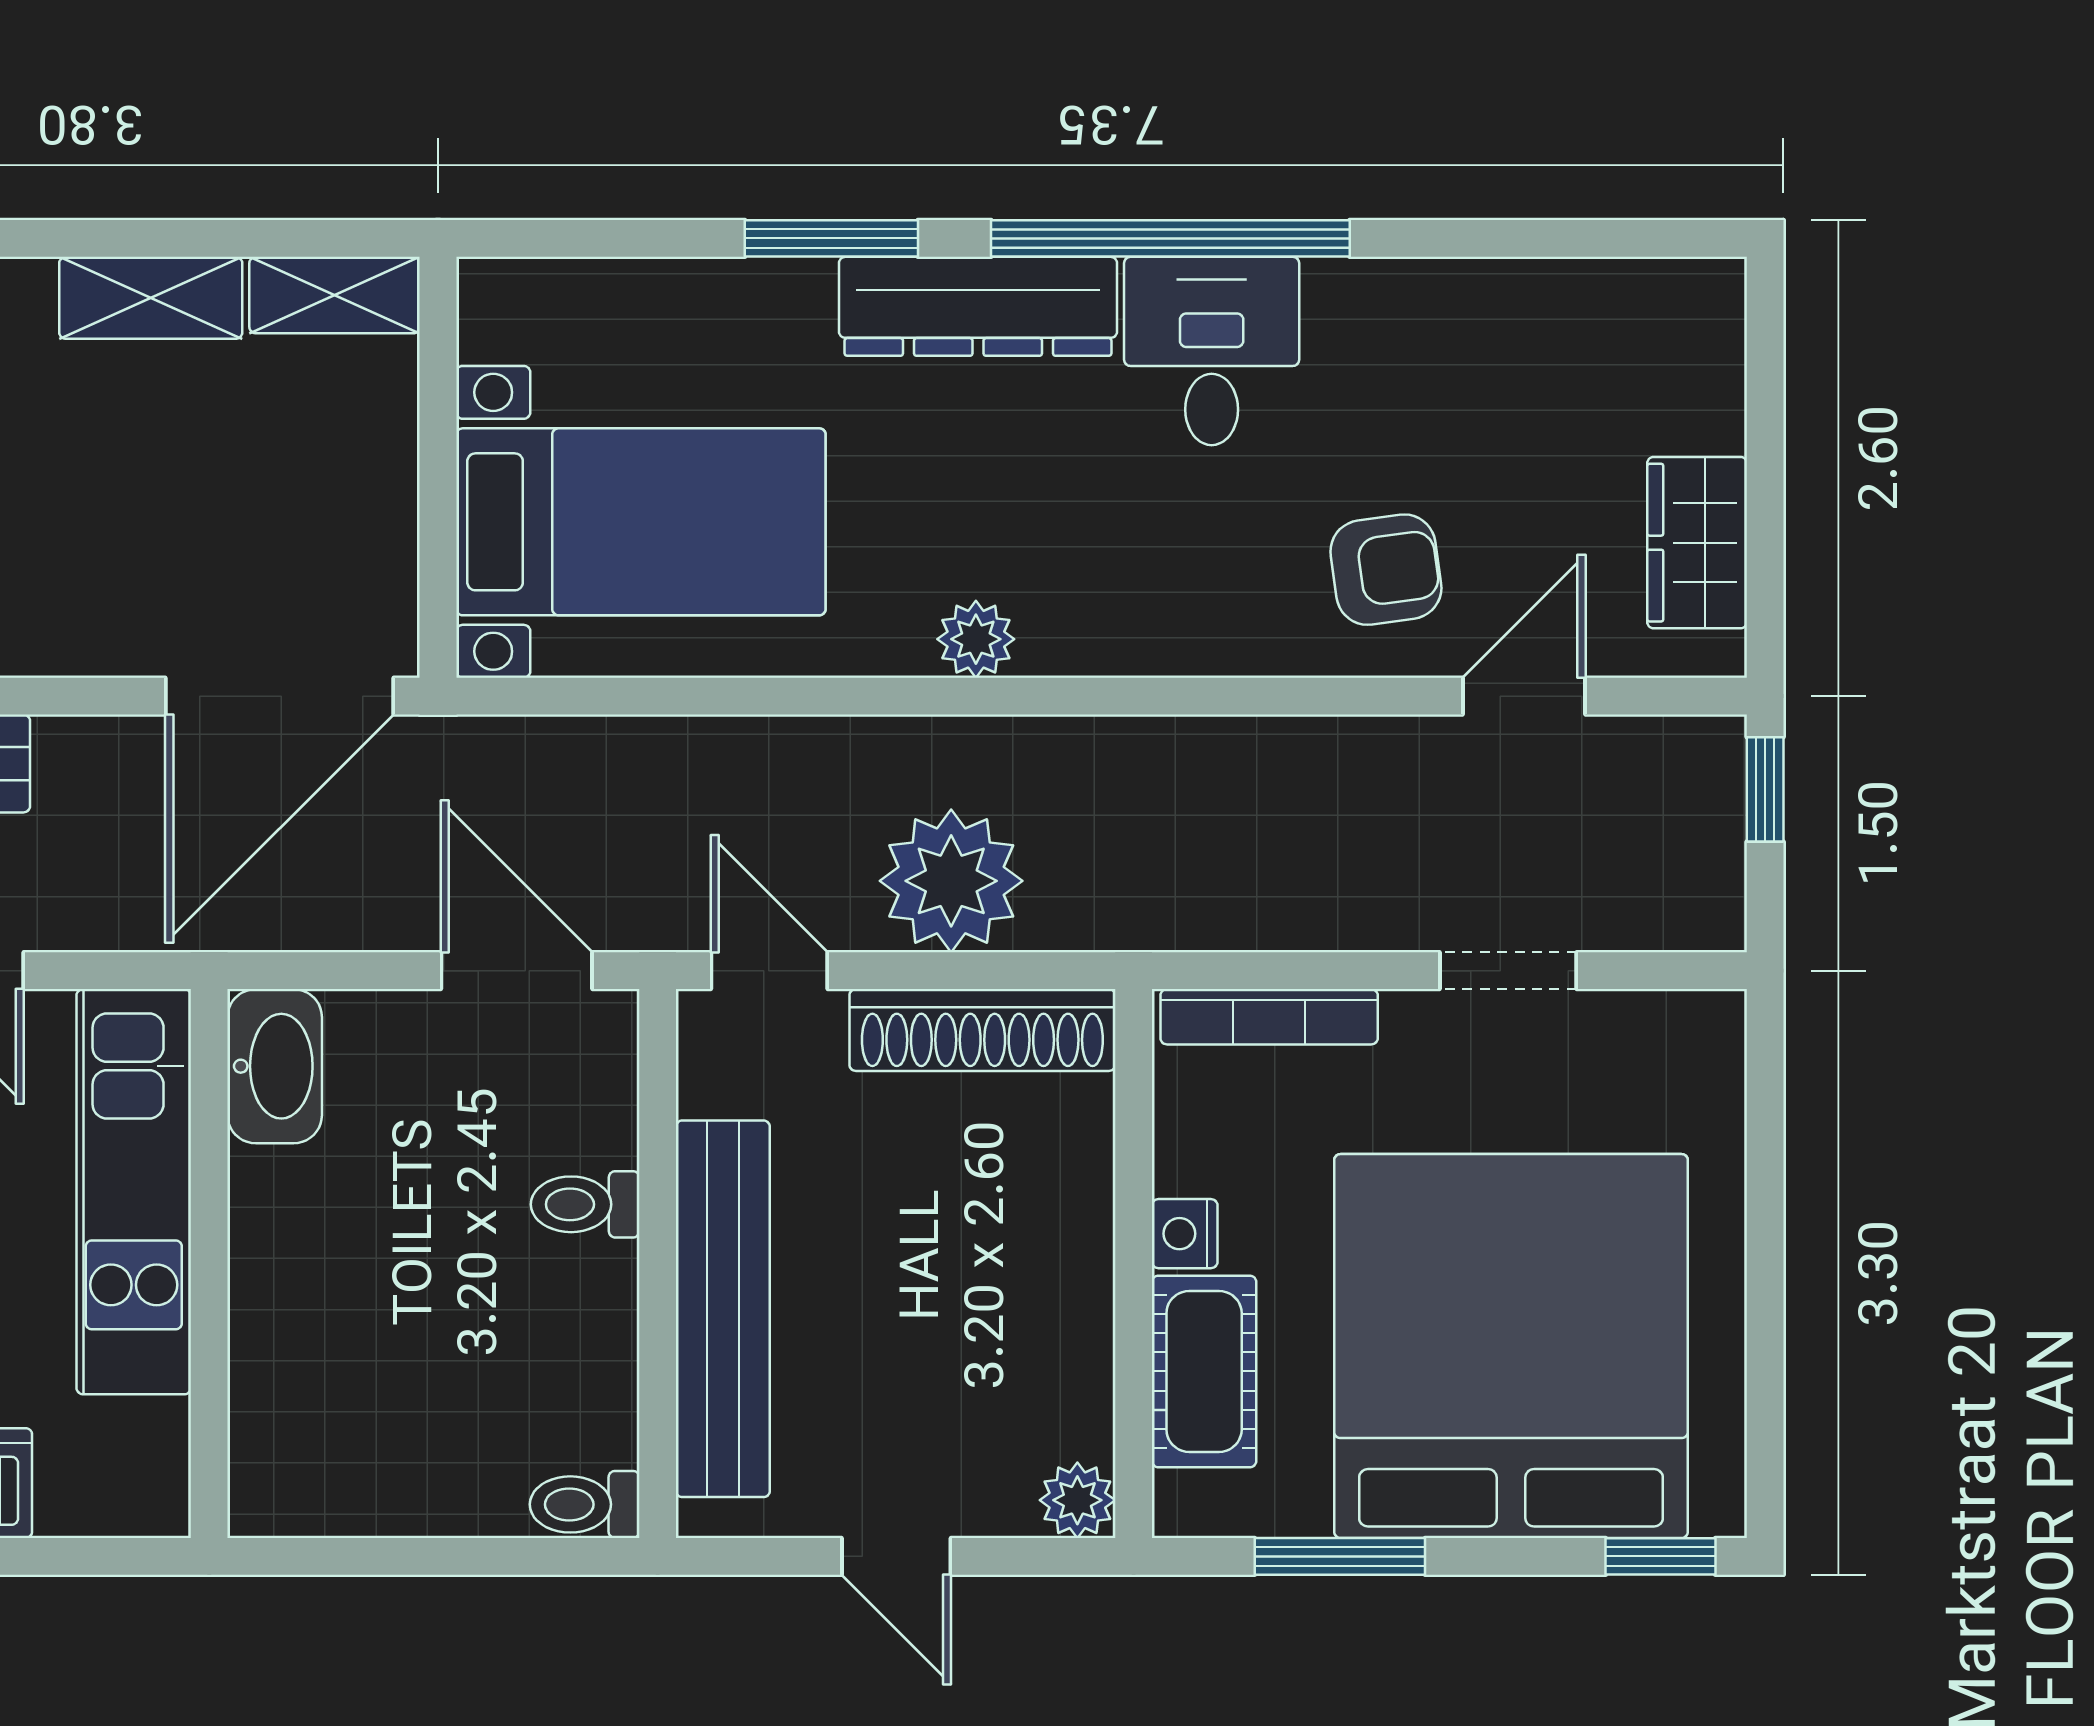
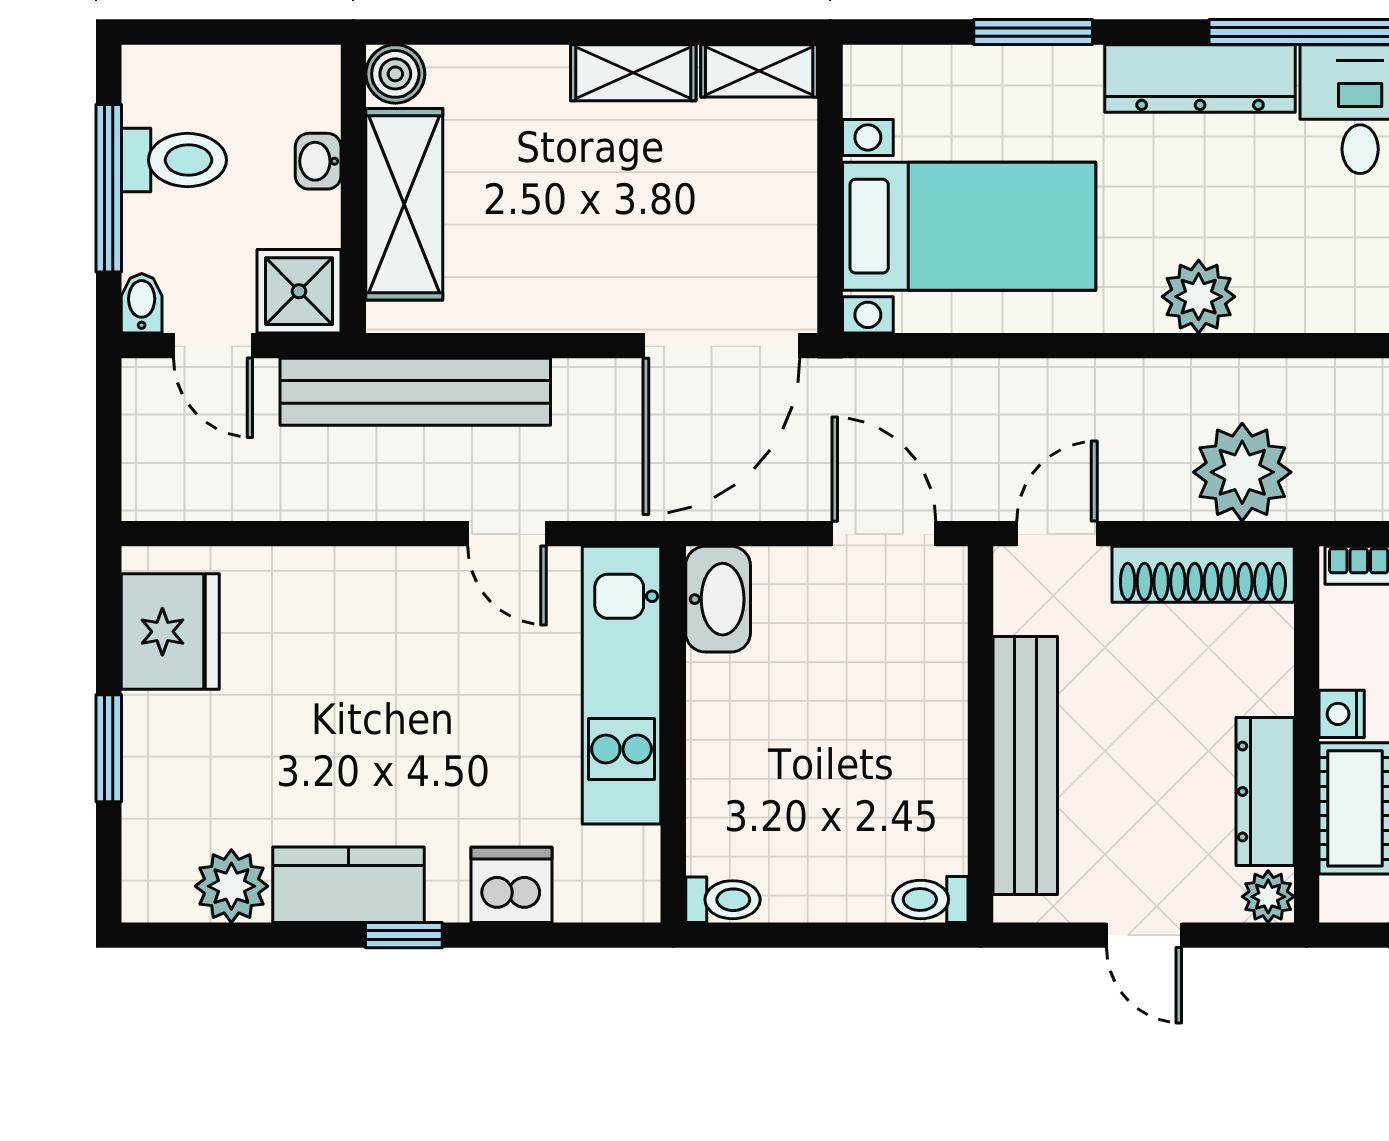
window: (831, 238) -> (1033, 32), moved
plant: (976, 639) -> (1199, 297), width x1.38, depth x1.38
plant: (951, 881) -> (1242, 472), moved
door: (769, 971) -> (1057, 534), hinge flipped
toilet: (585, 1204) -> (723, 900), moved, turned 180
dresser: (1073, 1347) -> (1265, 792), added

